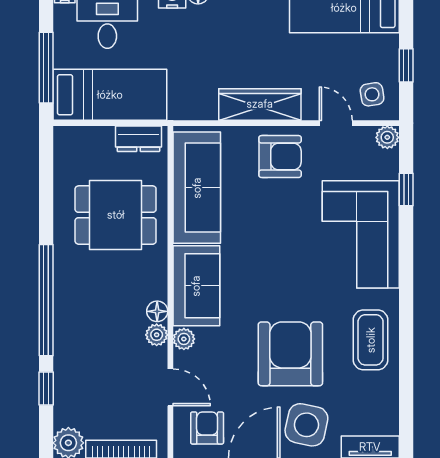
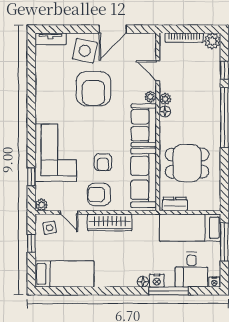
coffee table: (371, 340) -> (50, 96), removed
armchair: (207, 428) -> (103, 162), moved

